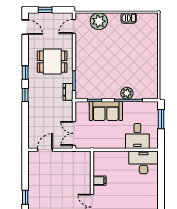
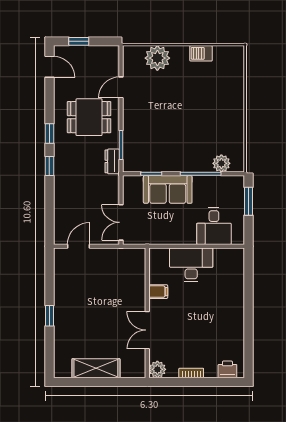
door: (74, 27) -> (121, 87), moved
plant: (127, 93) -> (221, 163), moved
desk: (144, 162) -> (191, 265), moved

